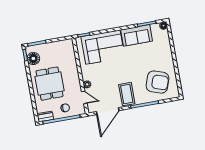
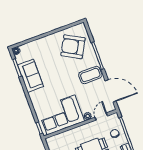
corner sofa: (103, 47) -> (61, 115), moved, turned -90
armchair: (158, 82) -> (73, 47), turned -80

